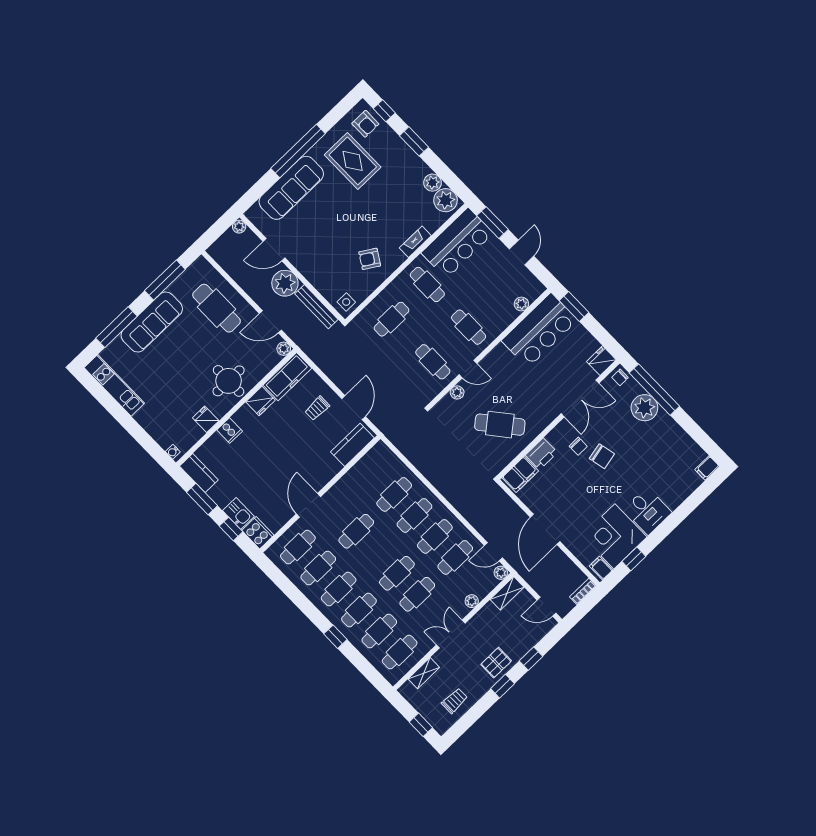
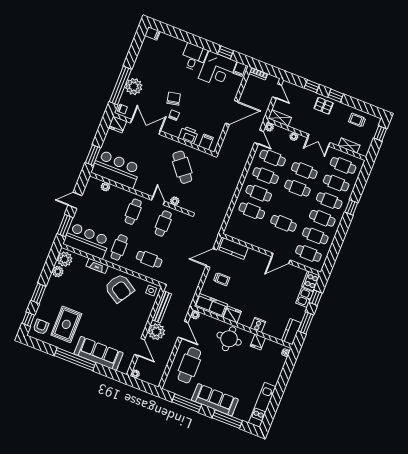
armchair: (370, 259) -> (119, 288), width x1.88, depth x1.88
filing cabinet: (520, 474) -> (206, 142), width x0.50

